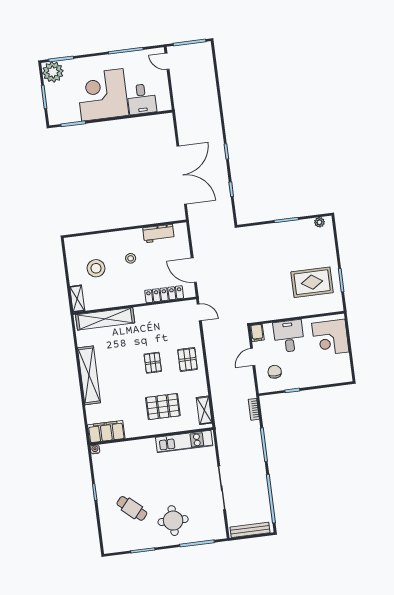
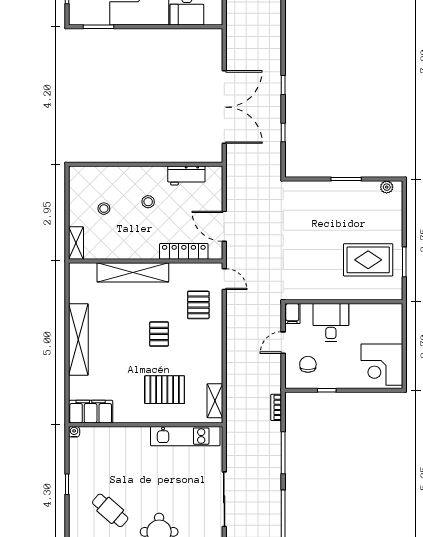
stool: (96, 268) -> (104, 209), width x0.53, depth x0.53
shelving: (105, 319) -> (133, 272), moved
corner desk: (330, 338) -> (382, 365), moved
pallet: (187, 359) -> (198, 305), moved

